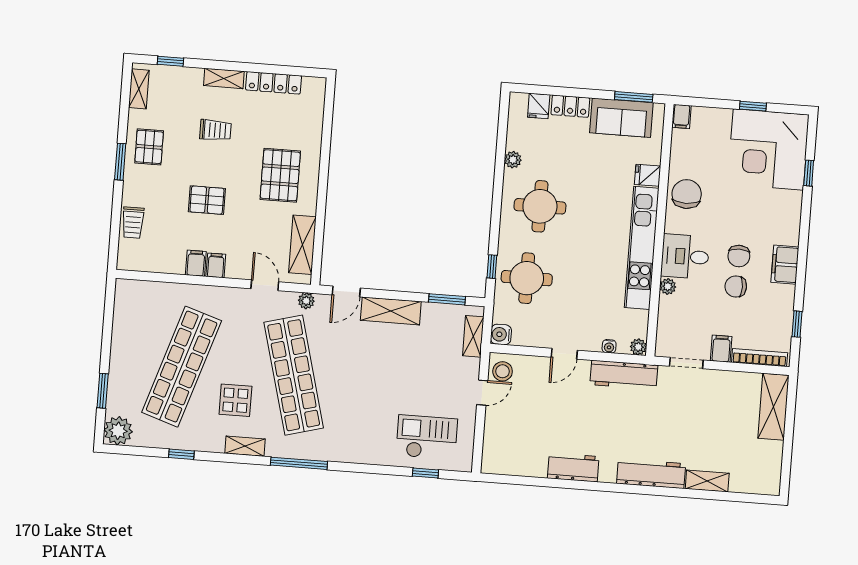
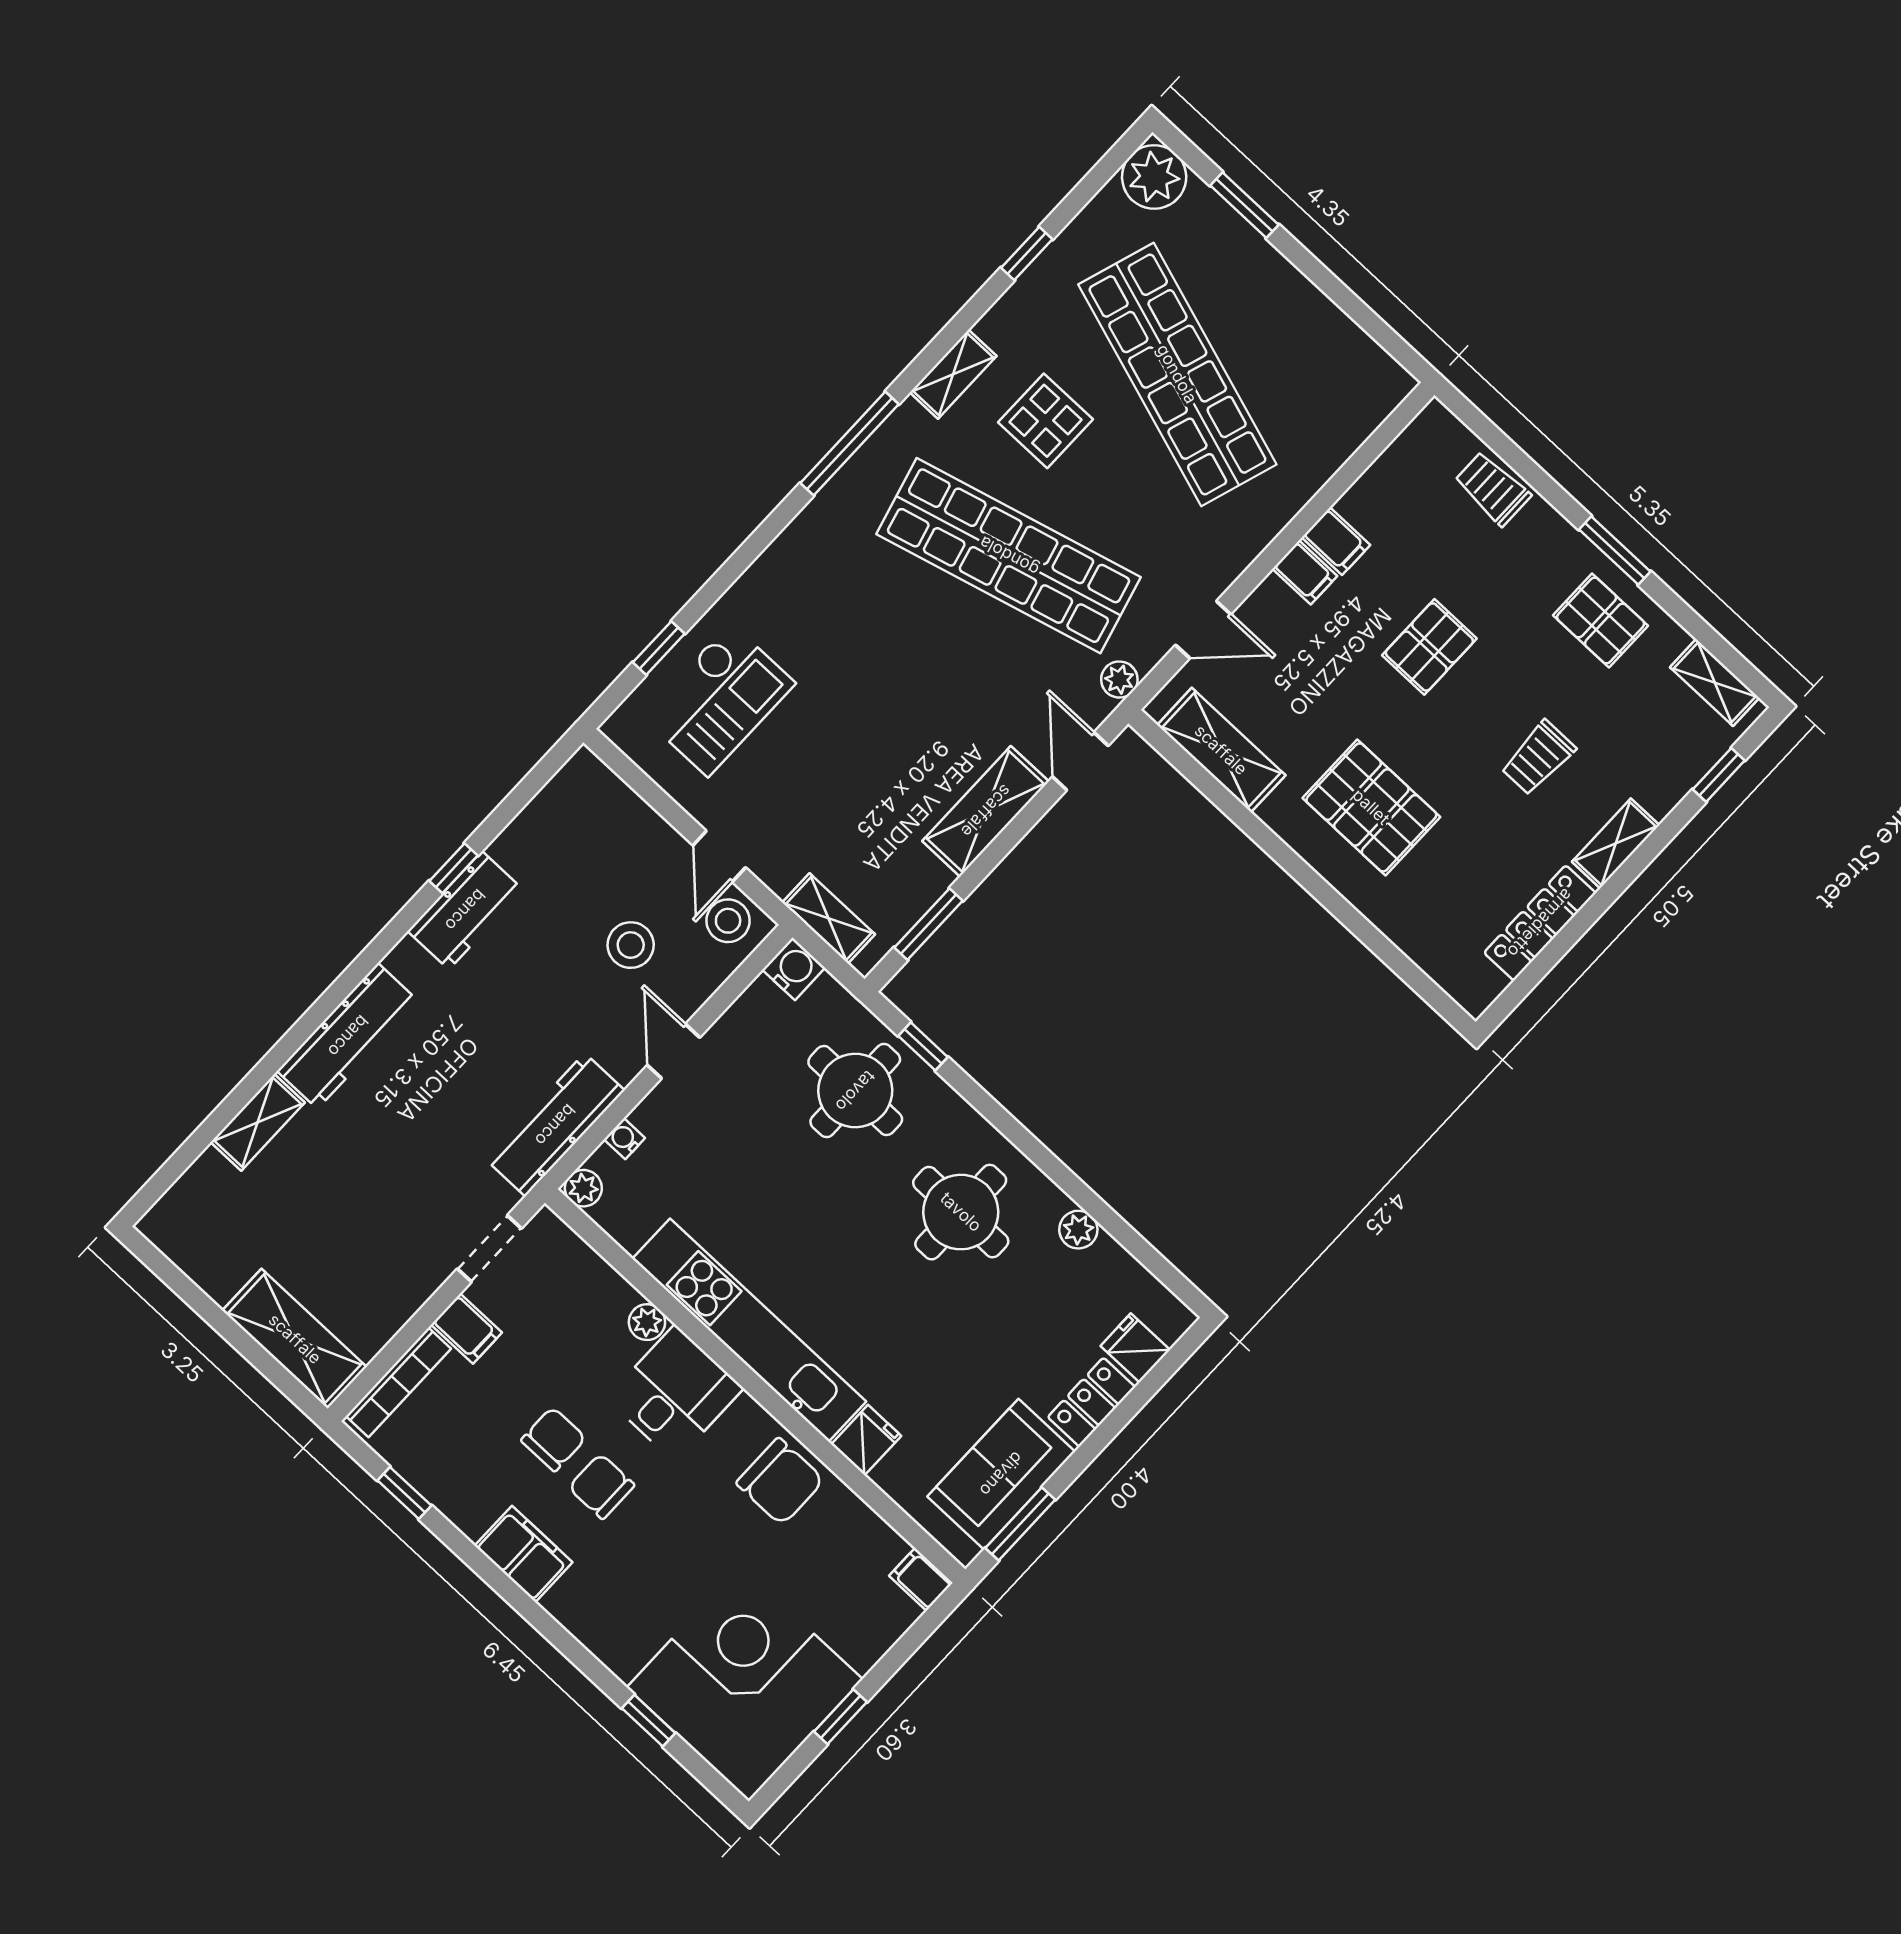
stool: (539, 399) -> (631, 945), added
window: (562, 484) -> (453, 868), added

